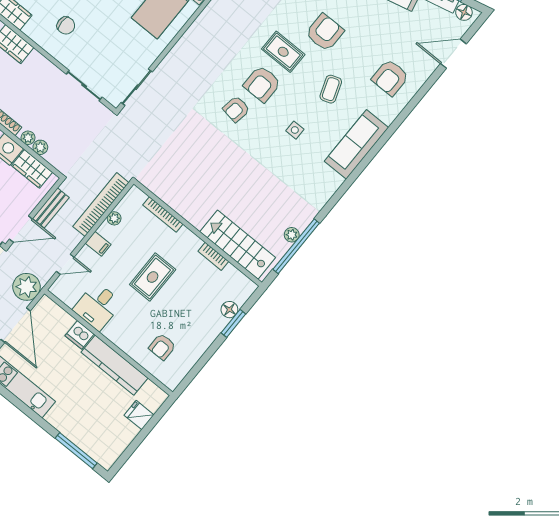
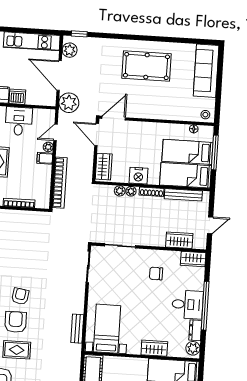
wardrobe: (32, 169) -> (104, 167), moved, turned 90
bench: (51, 208) -> (77, 329), moved
plant: (114, 218) -> (48, 147), moved
door: (21, 229) -> (97, 134), hinge flipped

